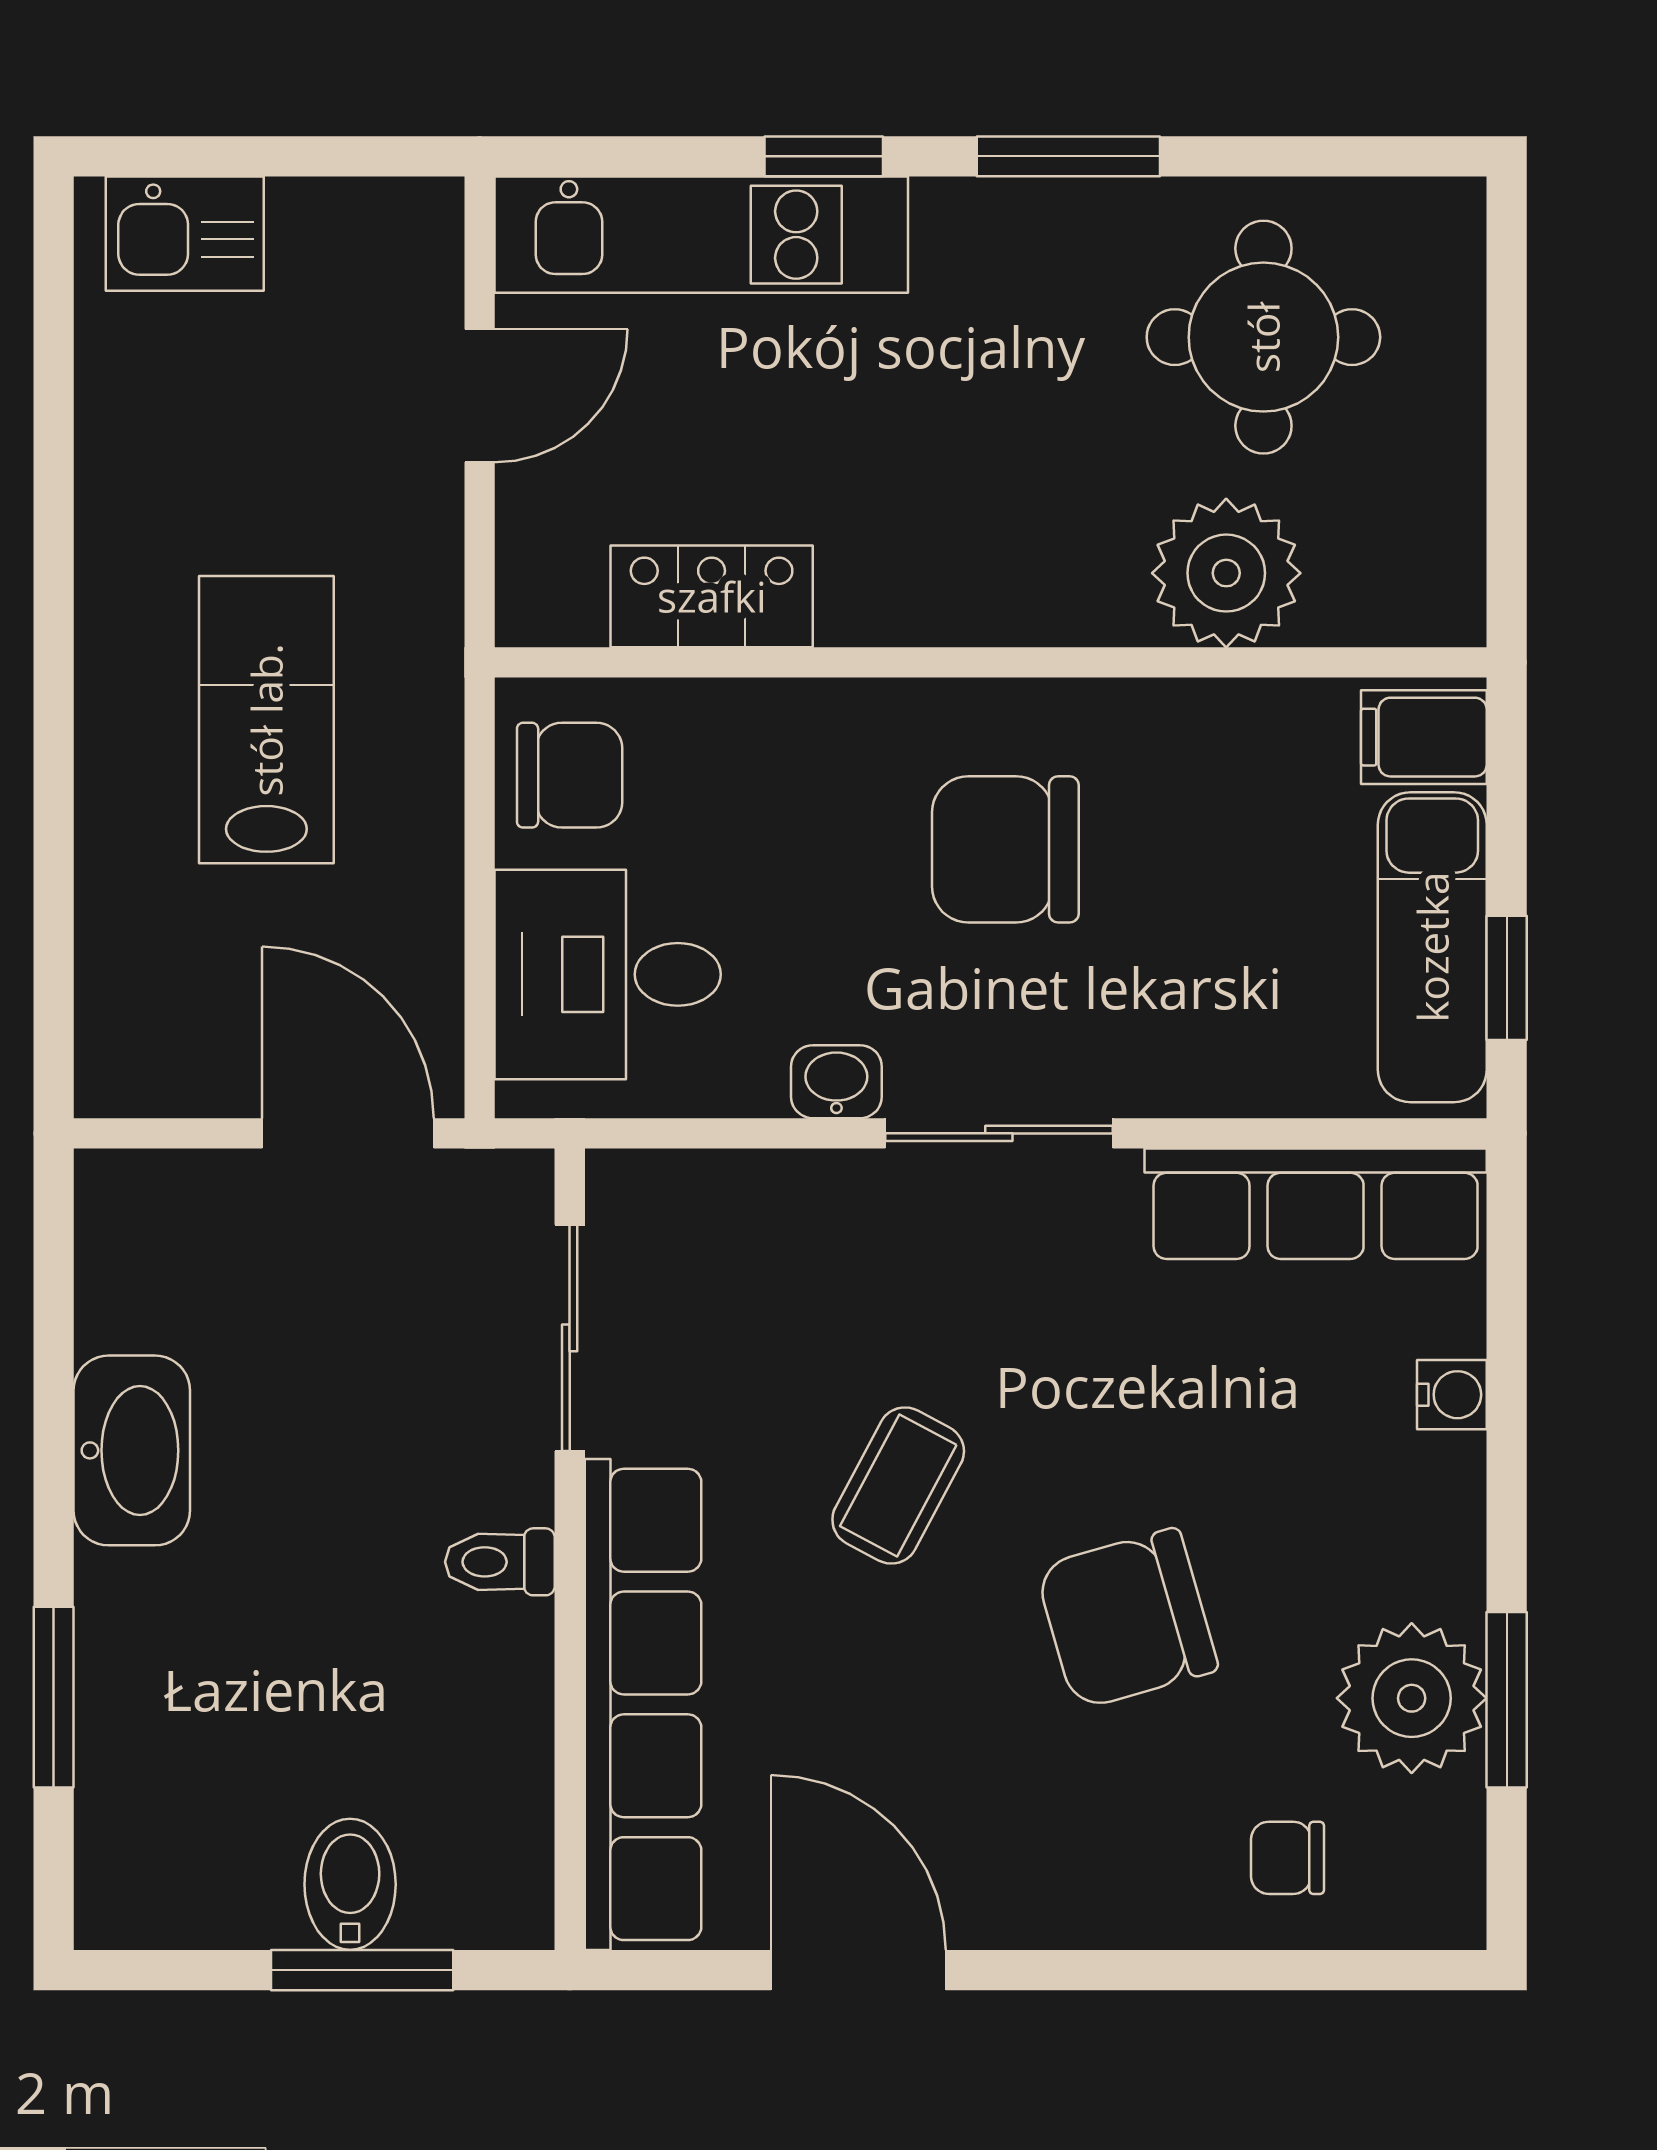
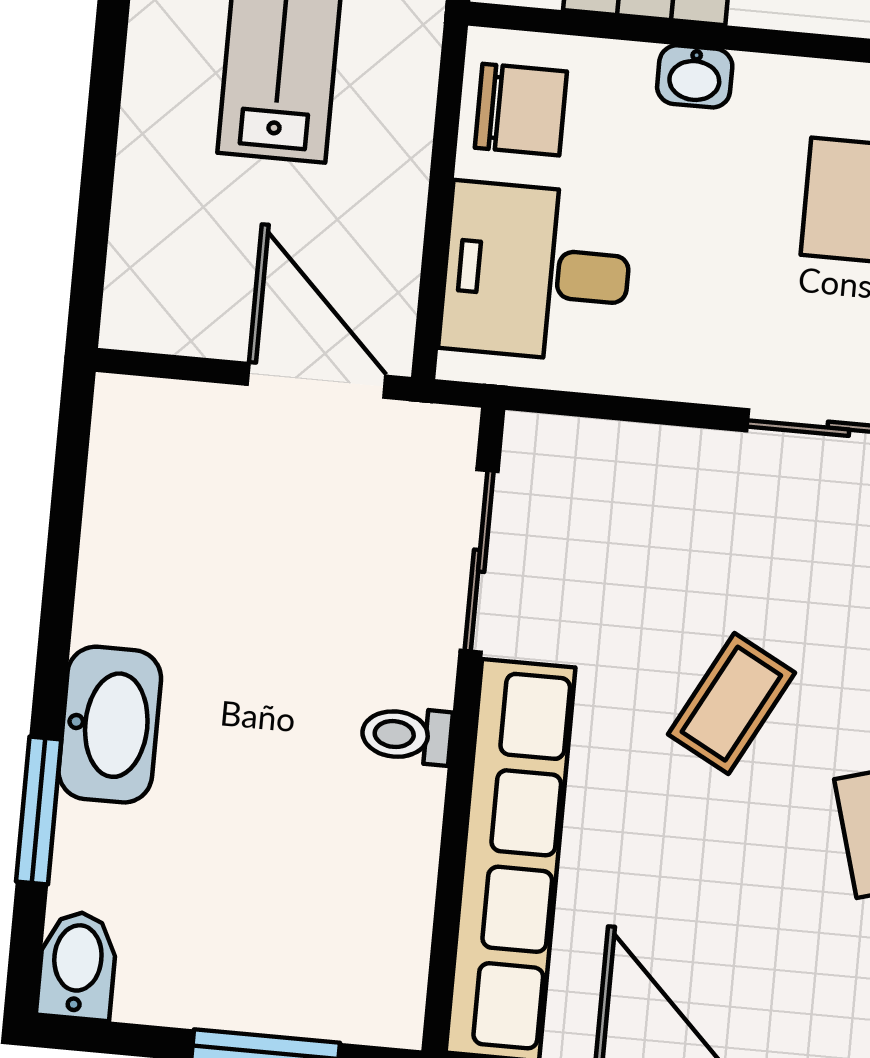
washbasin: (836, 1082) -> (695, 76), moved, turned 180
washbasin: (132, 1450) -> (110, 725), moved
bidet: (350, 1884) -> (77, 965), moved

